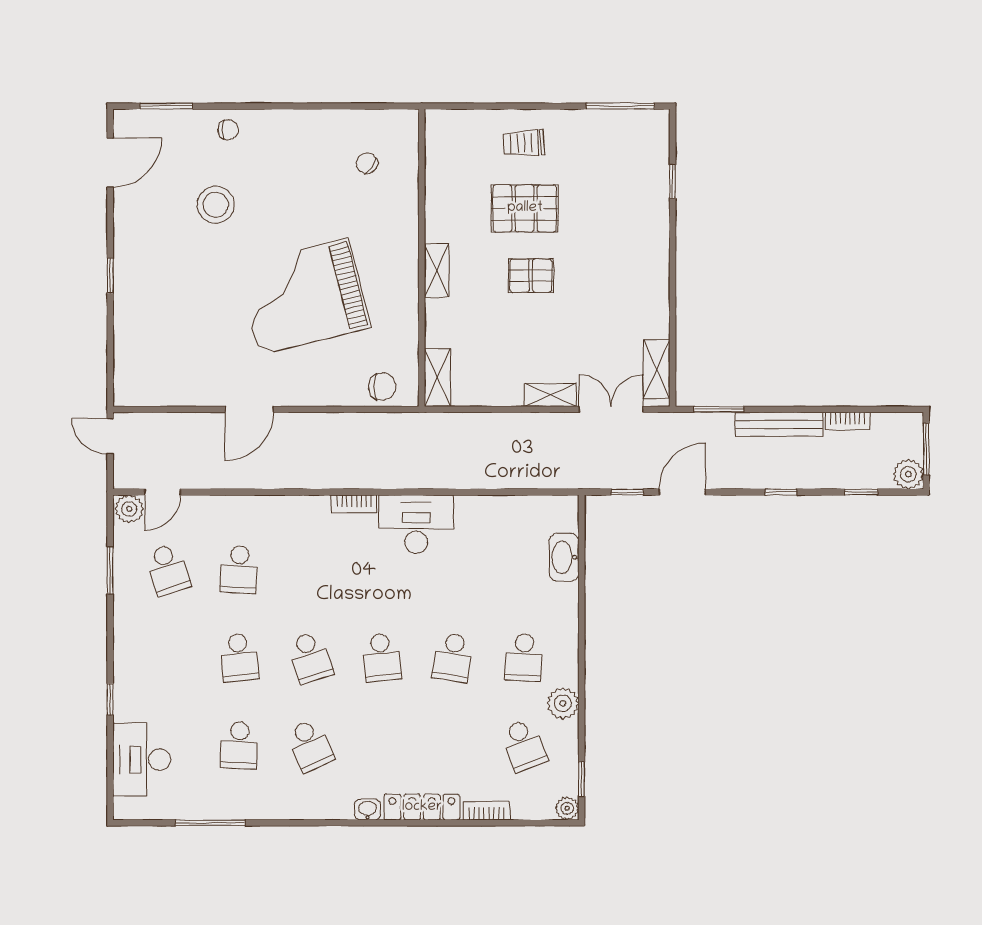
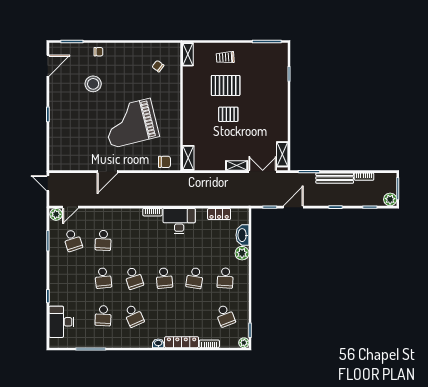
shelving: (437, 271) -> (188, 54), moved
locker: (509, 508) -> (219, 214), added
plant: (563, 703) -> (242, 253), moved

